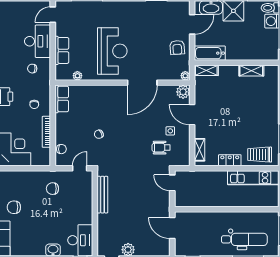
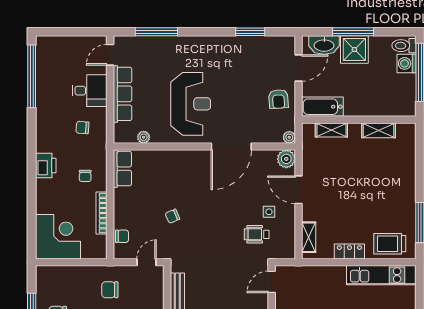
desk: (37, 41) -> (90, 91), width x0.73
row of seats: (62, 50) -> (122, 94), width x1.48
shelving: (206, 70) -> (331, 130), moved
door: (172, 183) -> (272, 282), hinge flipped

